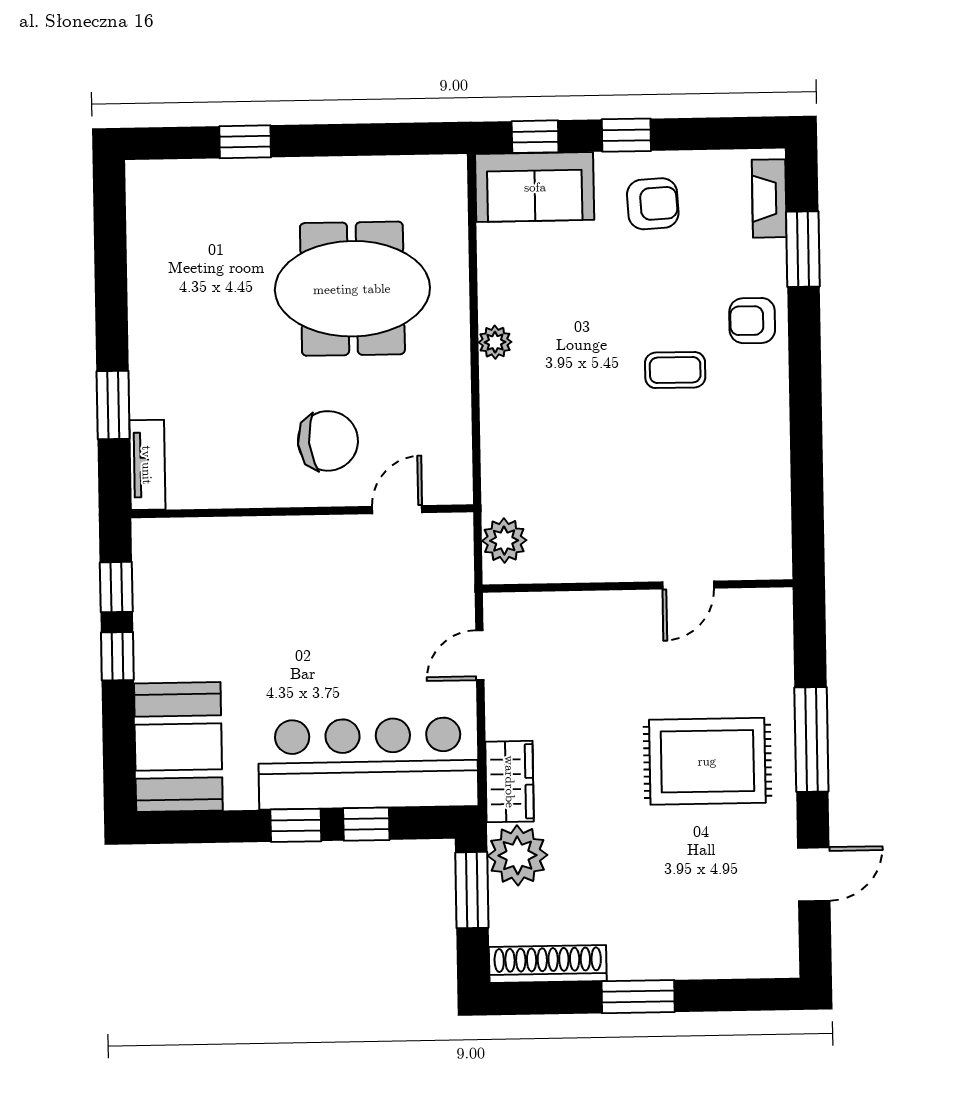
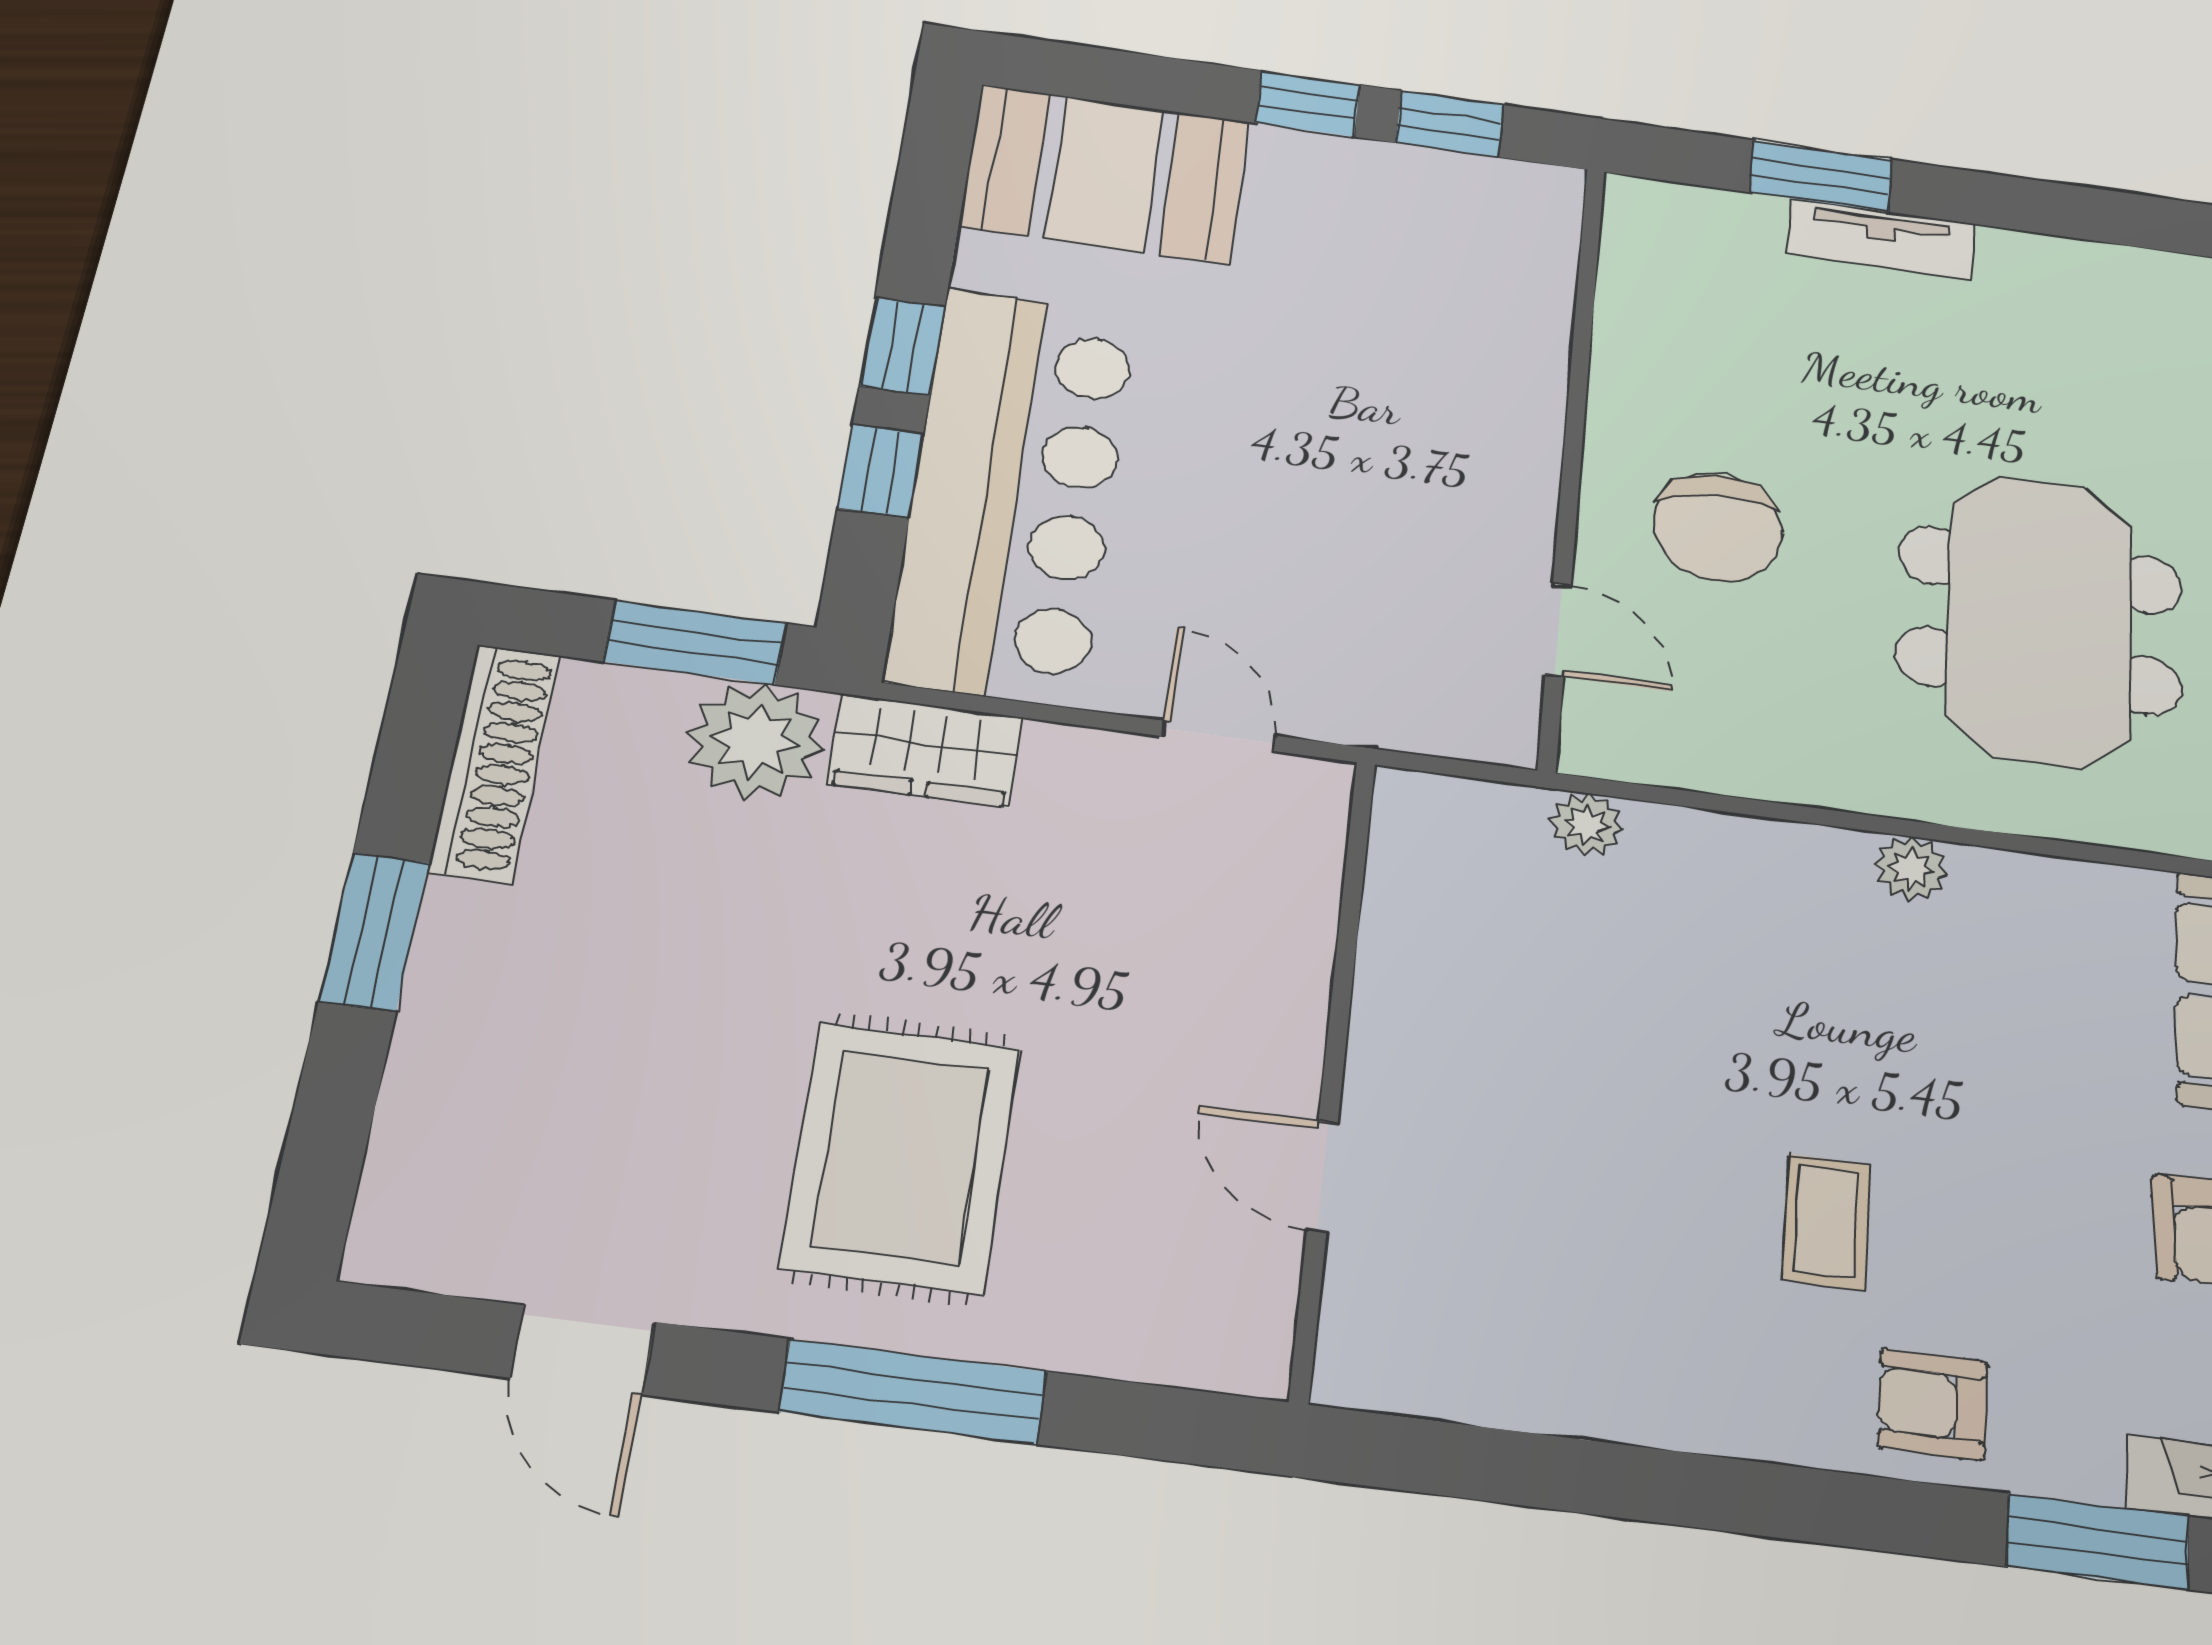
armchair: (752, 321) -> (1933, 1404), turned -90
tv unit: (147, 465) -> (1881, 239), moved
plant: (504, 541) -> (1587, 824), moved, width x0.73, depth x0.73

